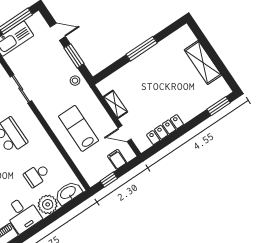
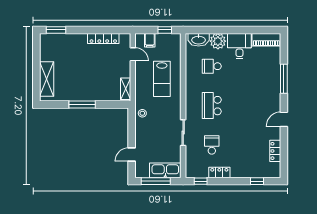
door: (58, 32) -> (132, 155), hinge flipped
window: (74, 56) -> (132, 131), removed
shelving: (203, 62) -> (47, 79), moved
shelving: (115, 104) -> (126, 89), moved
school desk: (37, 175) -> (212, 66), turned 180

